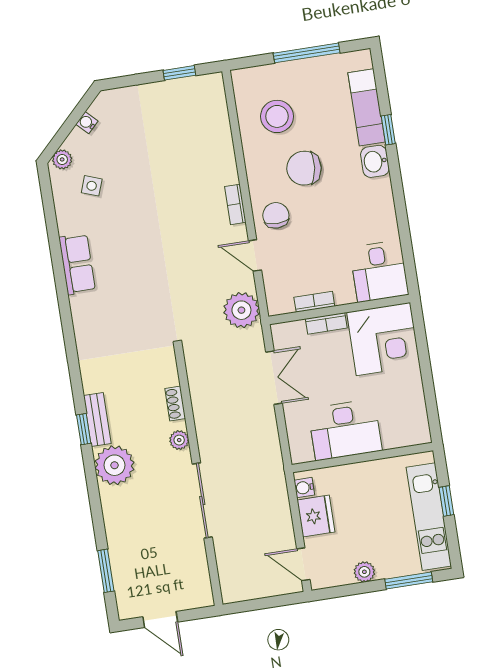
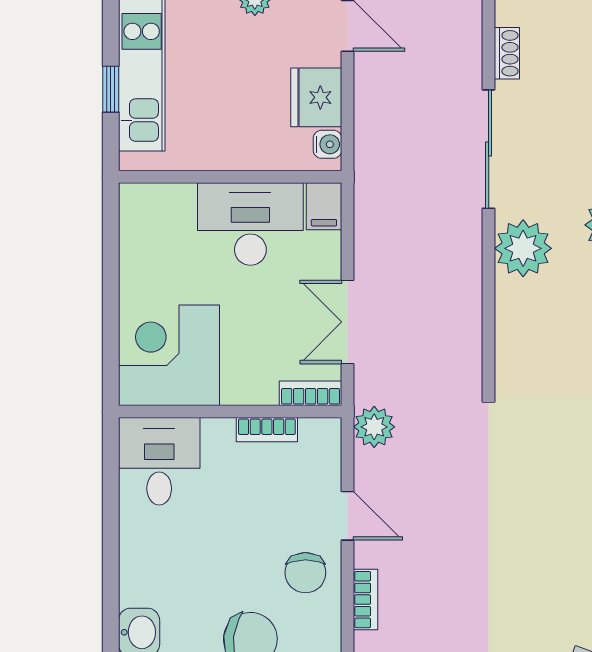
plant: (241, 310) -> (374, 427), width x0.73, depth x0.73
bookcase: (326, 323) -> (311, 393), moved
shoe rack: (175, 404) -> (507, 53), moved
plant: (179, 440) -> (523, 248), width x1.88, depth x1.88
filing cabinet: (300, 448) -> (324, 206), added

